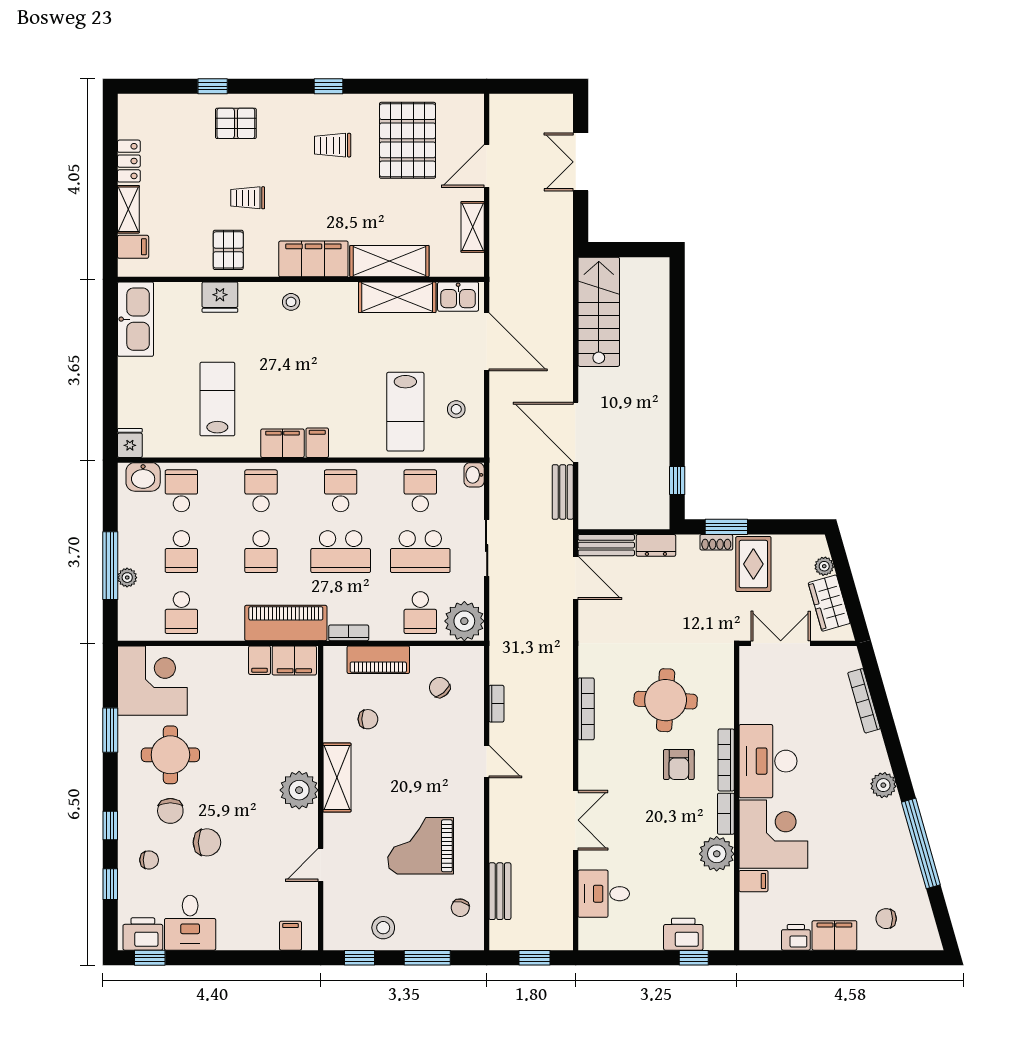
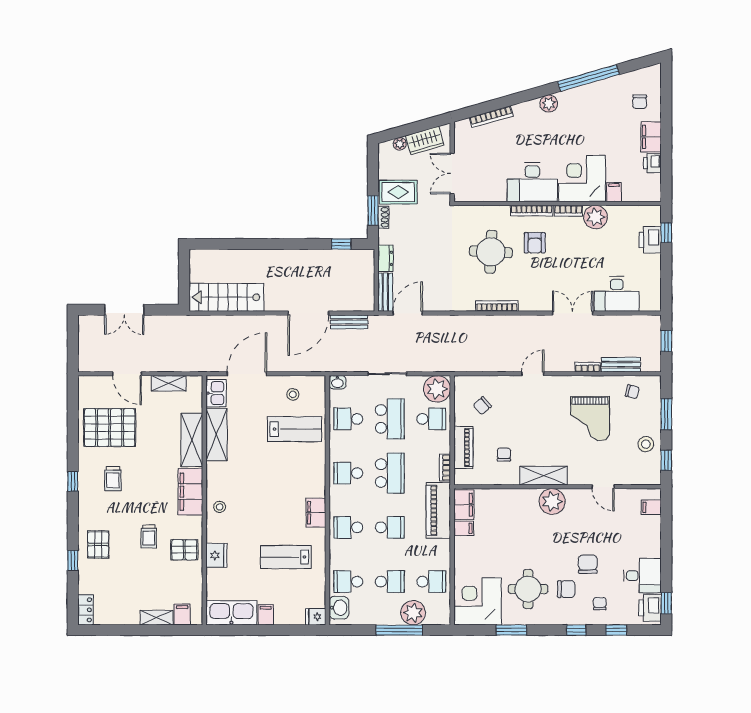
locker: (129, 161) -> (85, 610), moved, turned 90
filing cabinet: (317, 443) -> (266, 615), moved, turned 90
plant: (127, 578) -> (413, 613), width x1.88, depth x1.88
bookcase: (496, 704) -> (588, 367), moved
armchair: (679, 764) -> (535, 243), turned 90
desk: (604, 894) -> (617, 294), width x1.37

